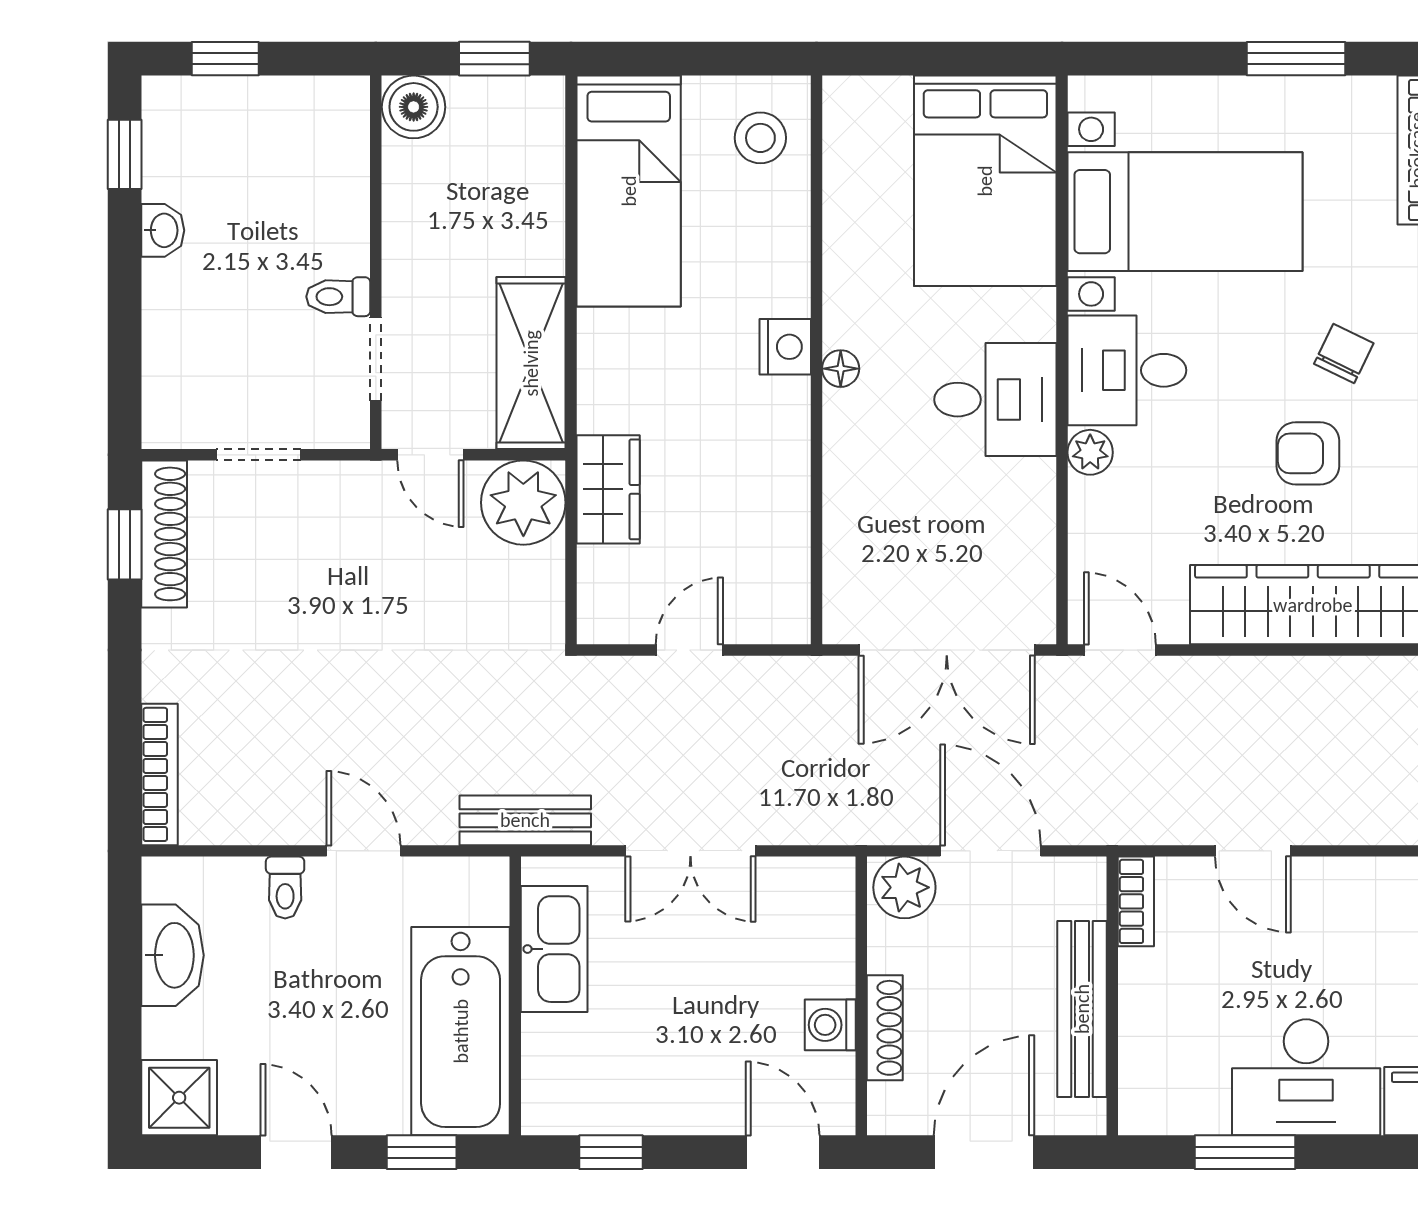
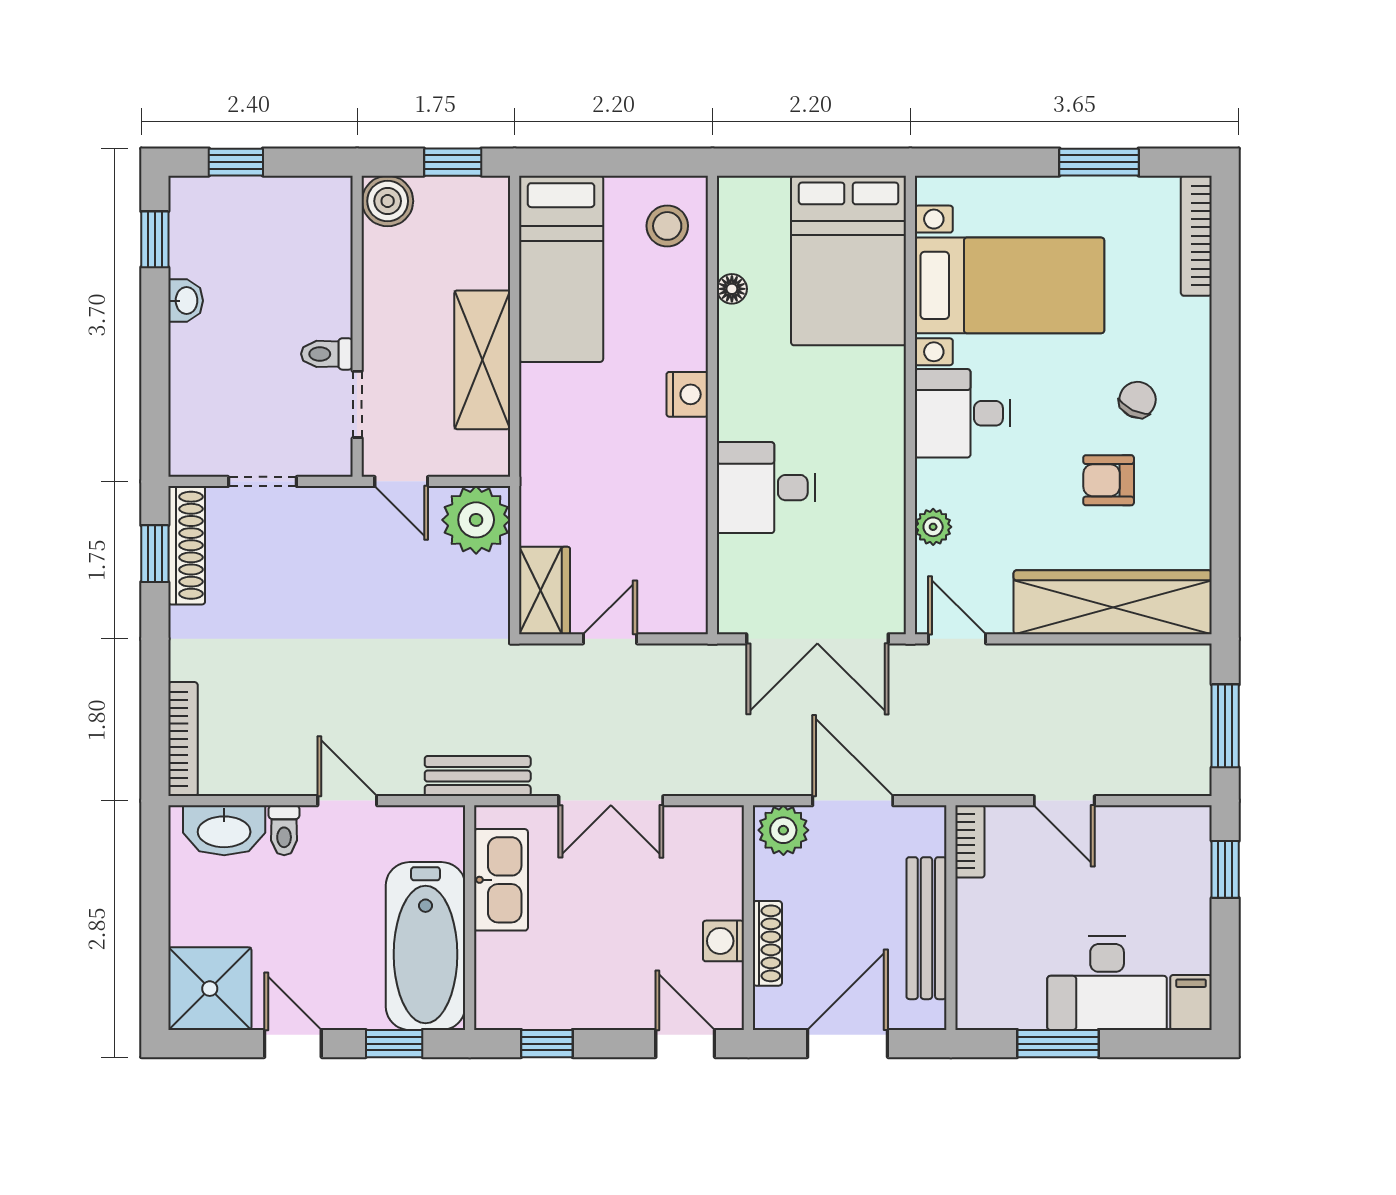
shelving: (531, 363) -> (482, 360), moved
floor lamp: (841, 369) -> (732, 289), moved
desk: (995, 400) -> (766, 488), moved, turned 180
plant: (1090, 452) -> (933, 527), moved
wardrobe: (608, 489) -> (545, 590), moved
washbasin: (173, 955) -> (224, 830), moved, turned 90
shower: (179, 1098) -> (210, 989), width x1.36, depth x1.36

